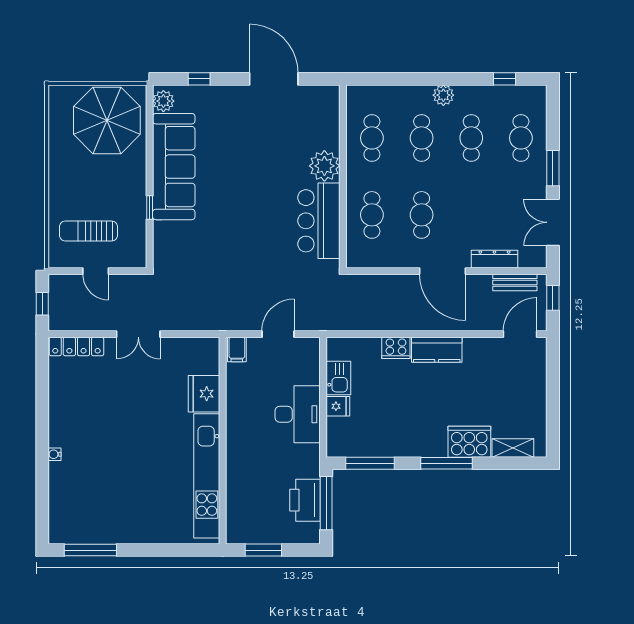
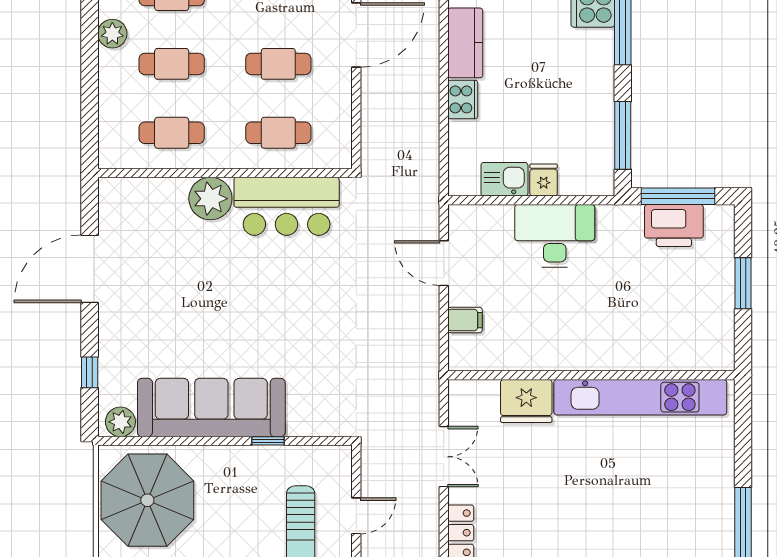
fridge: (204, 394) -> (526, 401), moved
wall: (223, 441) -> (591, 375), moved
kitchen unit: (207, 476) -> (640, 397), moved

